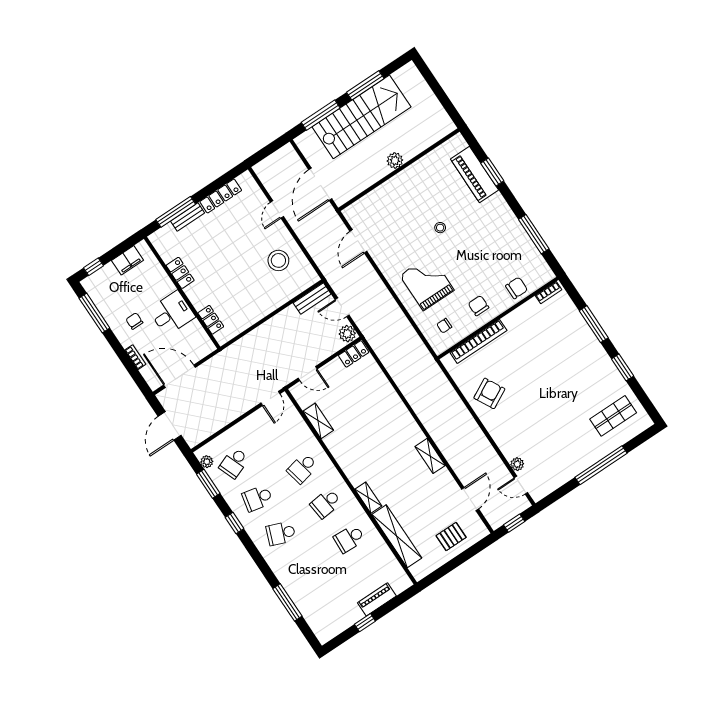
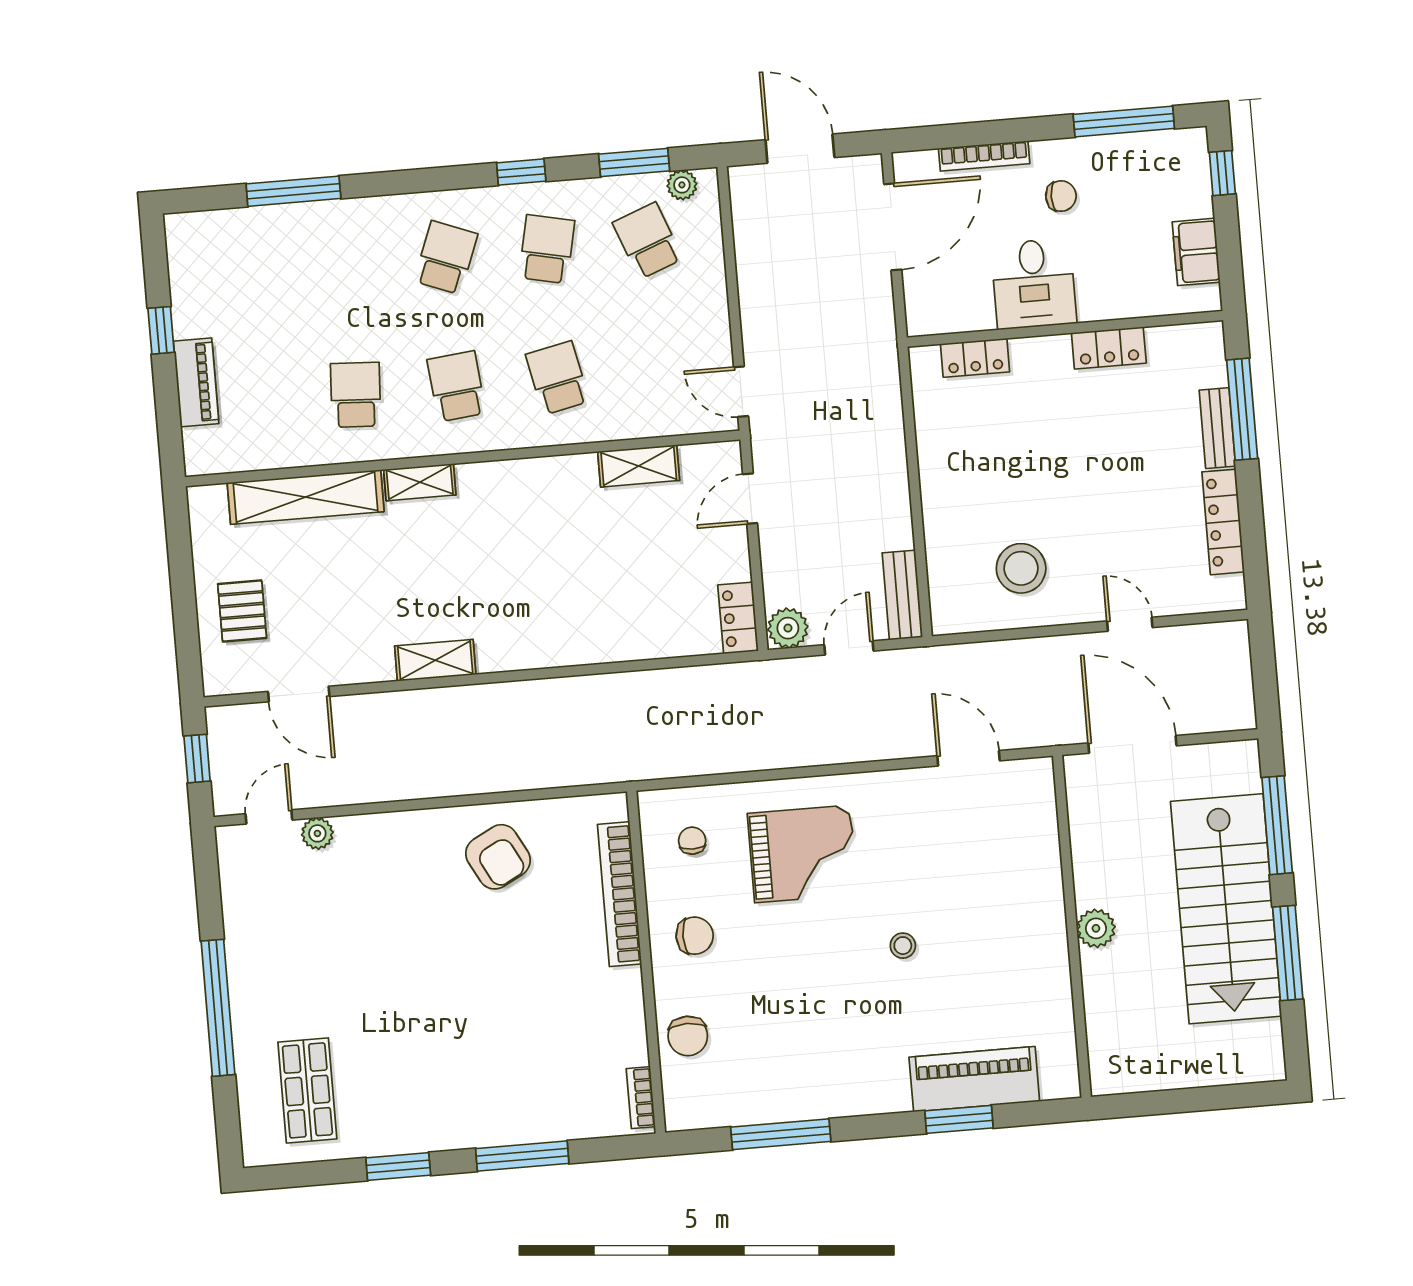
bookcase: (135, 357) -> (984, 156), width x1.56

